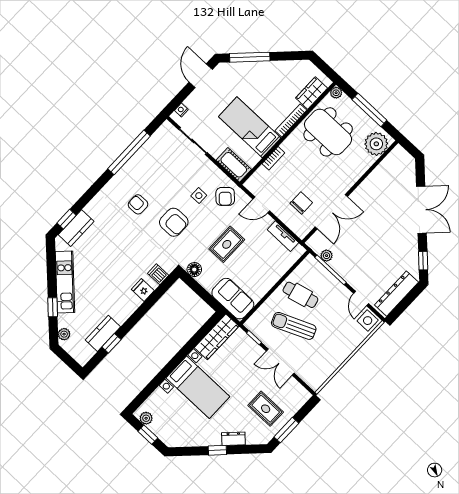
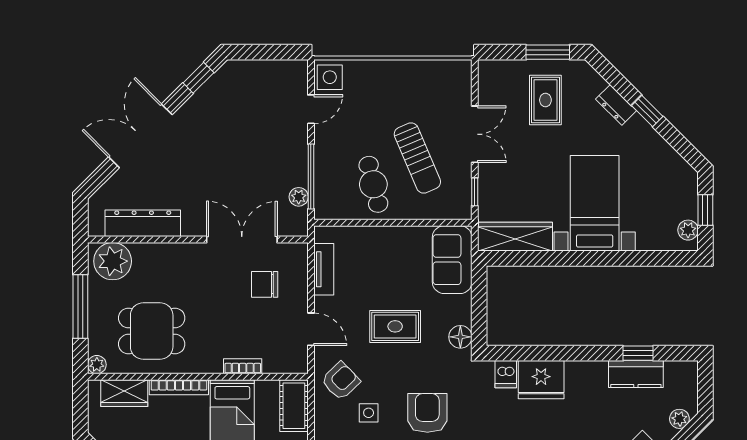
dining table: (328, 132) -> (152, 331), width x0.73
fridge: (143, 290) -> (541, 380), width x1.88, depth x1.34
dresser: (396, 294) -> (143, 223), moved, turned 180

